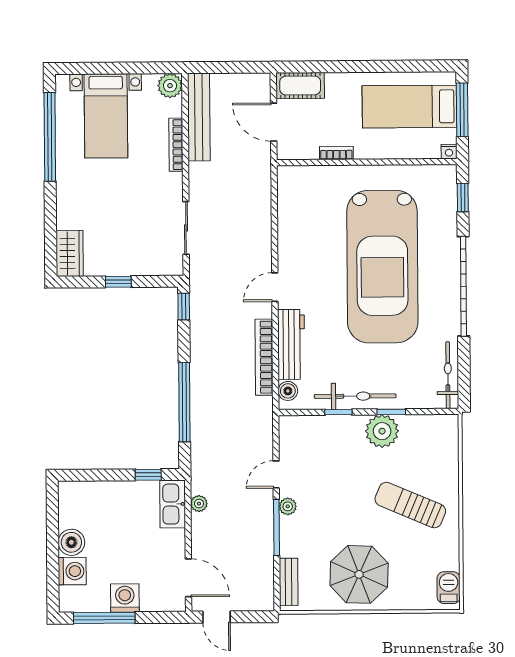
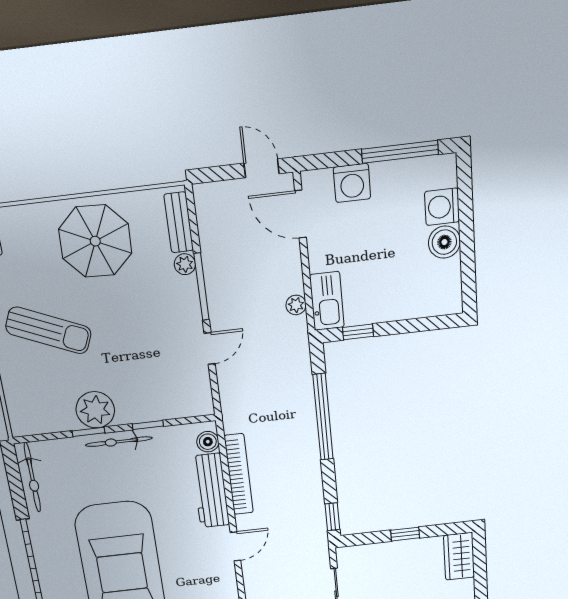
bicycle: (355, 396) -> (119, 442), width x0.73, depth x0.71
plant: (288, 506) -> (185, 264), moved
washing machine: (125, 598) -> (352, 183), moved

